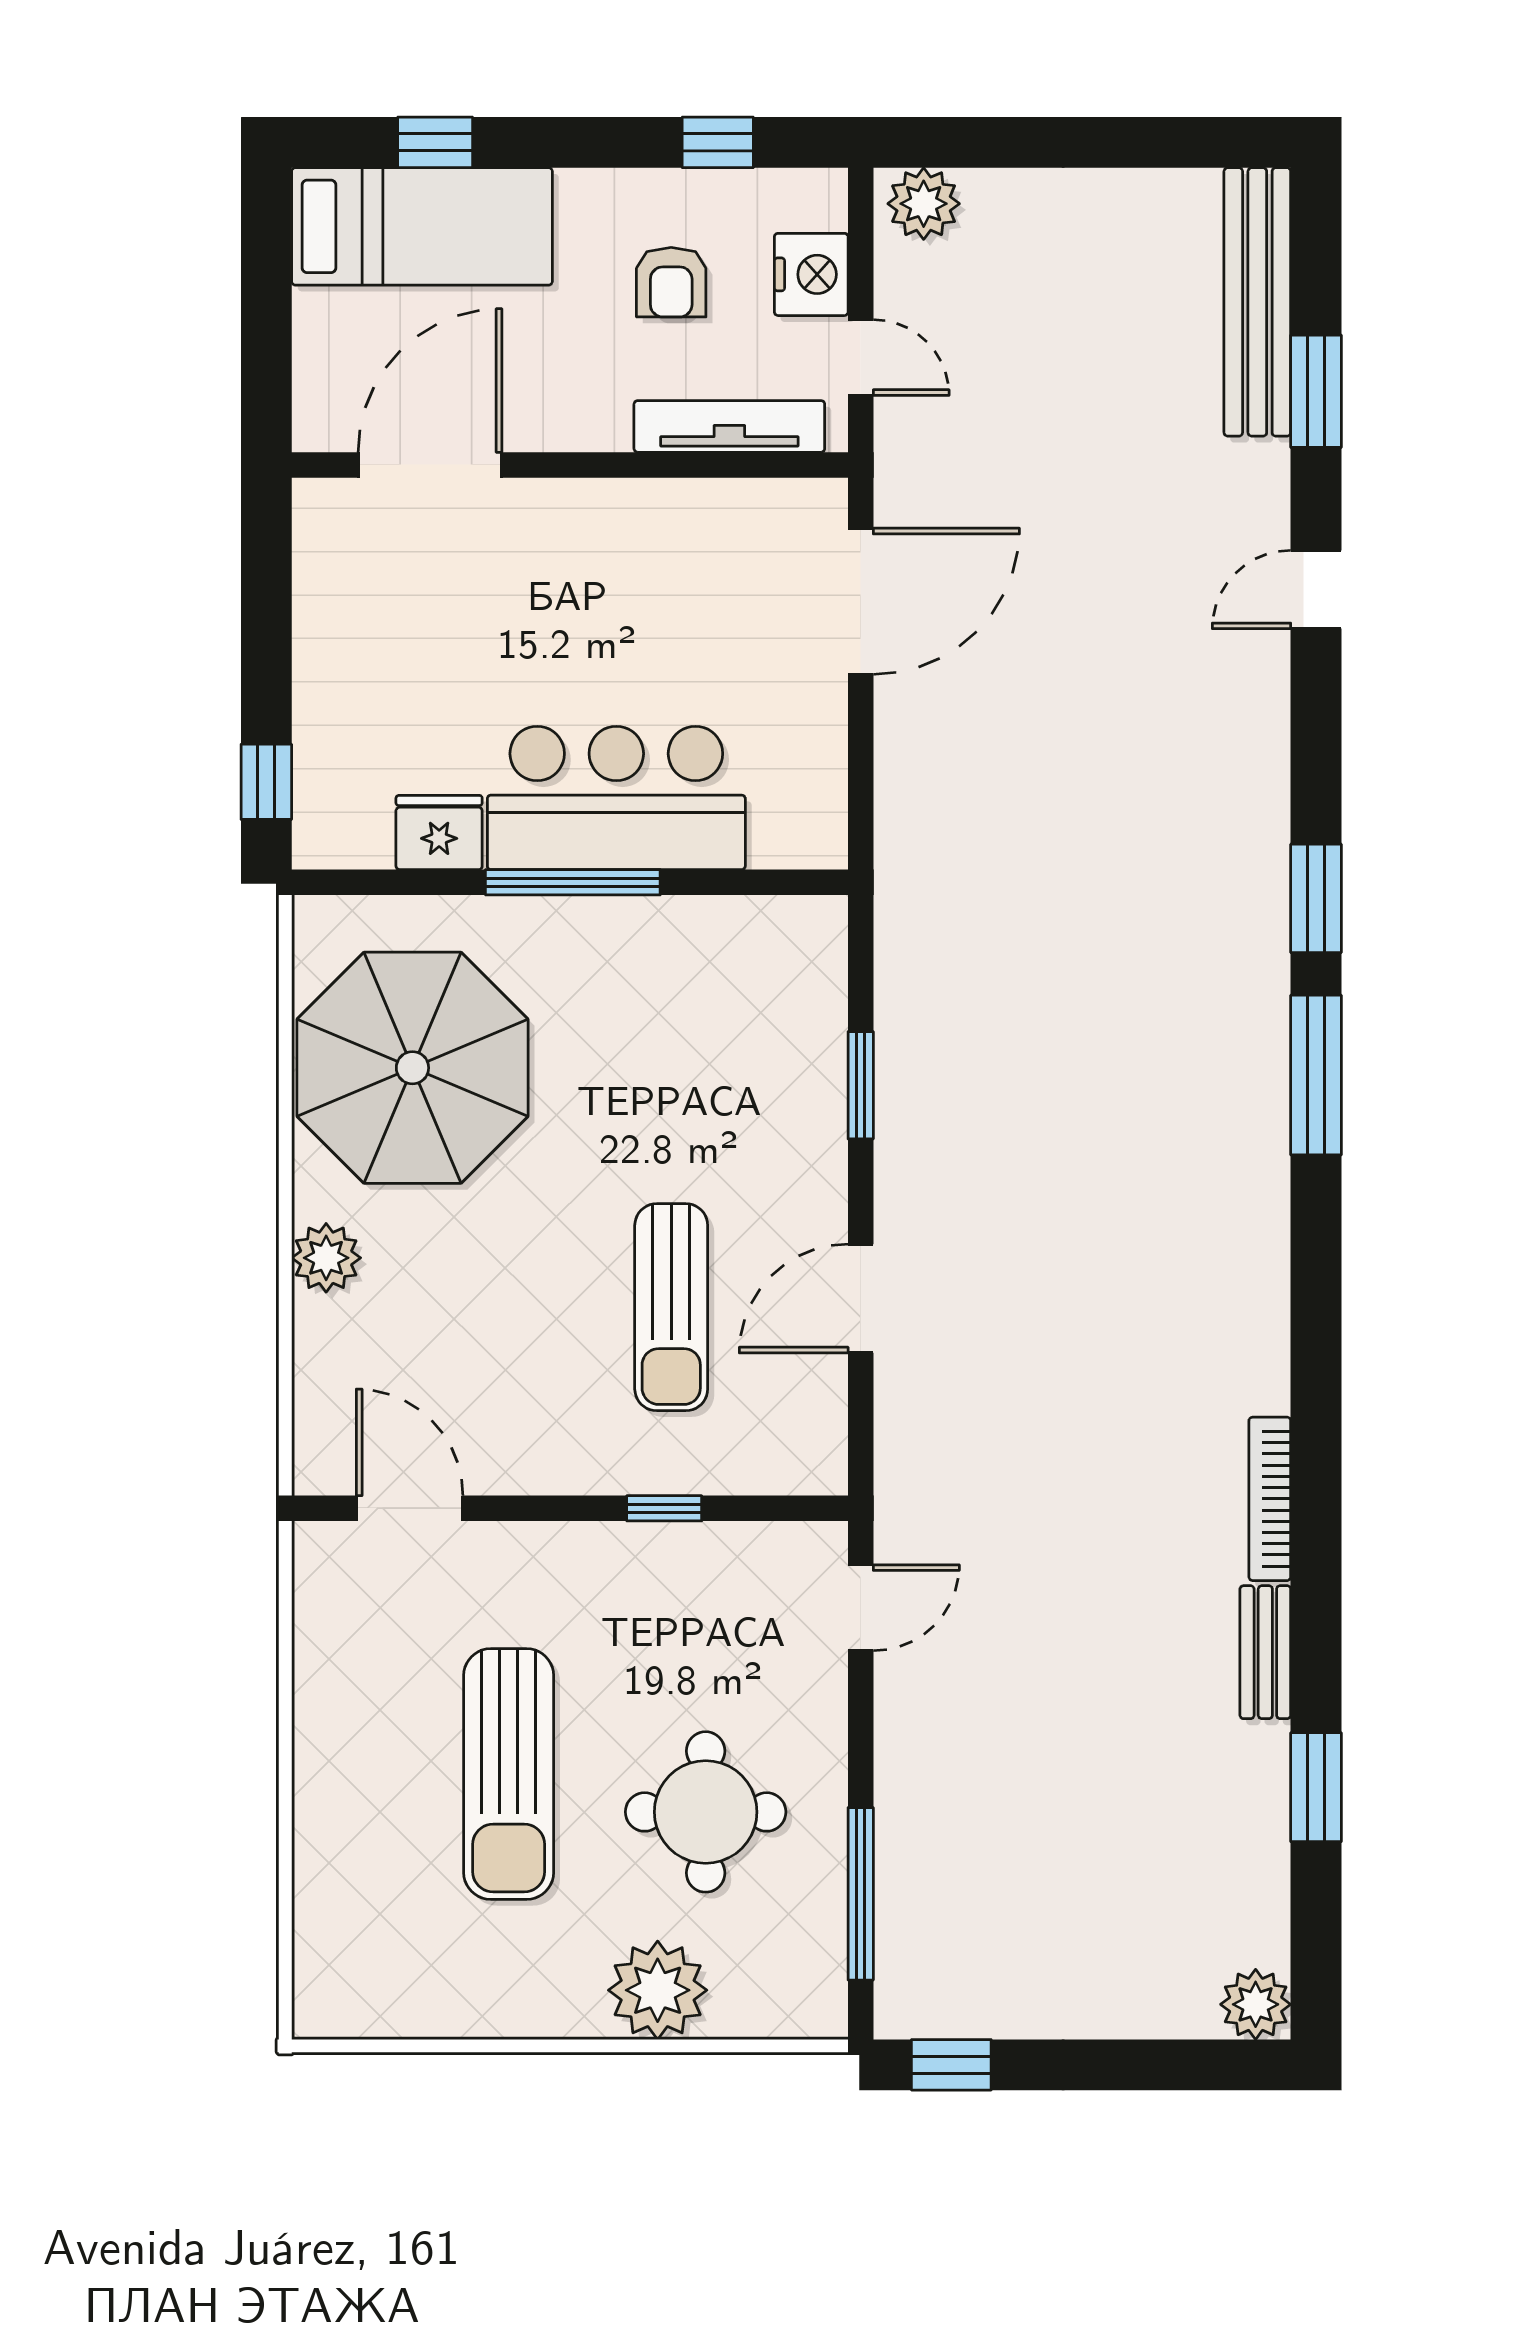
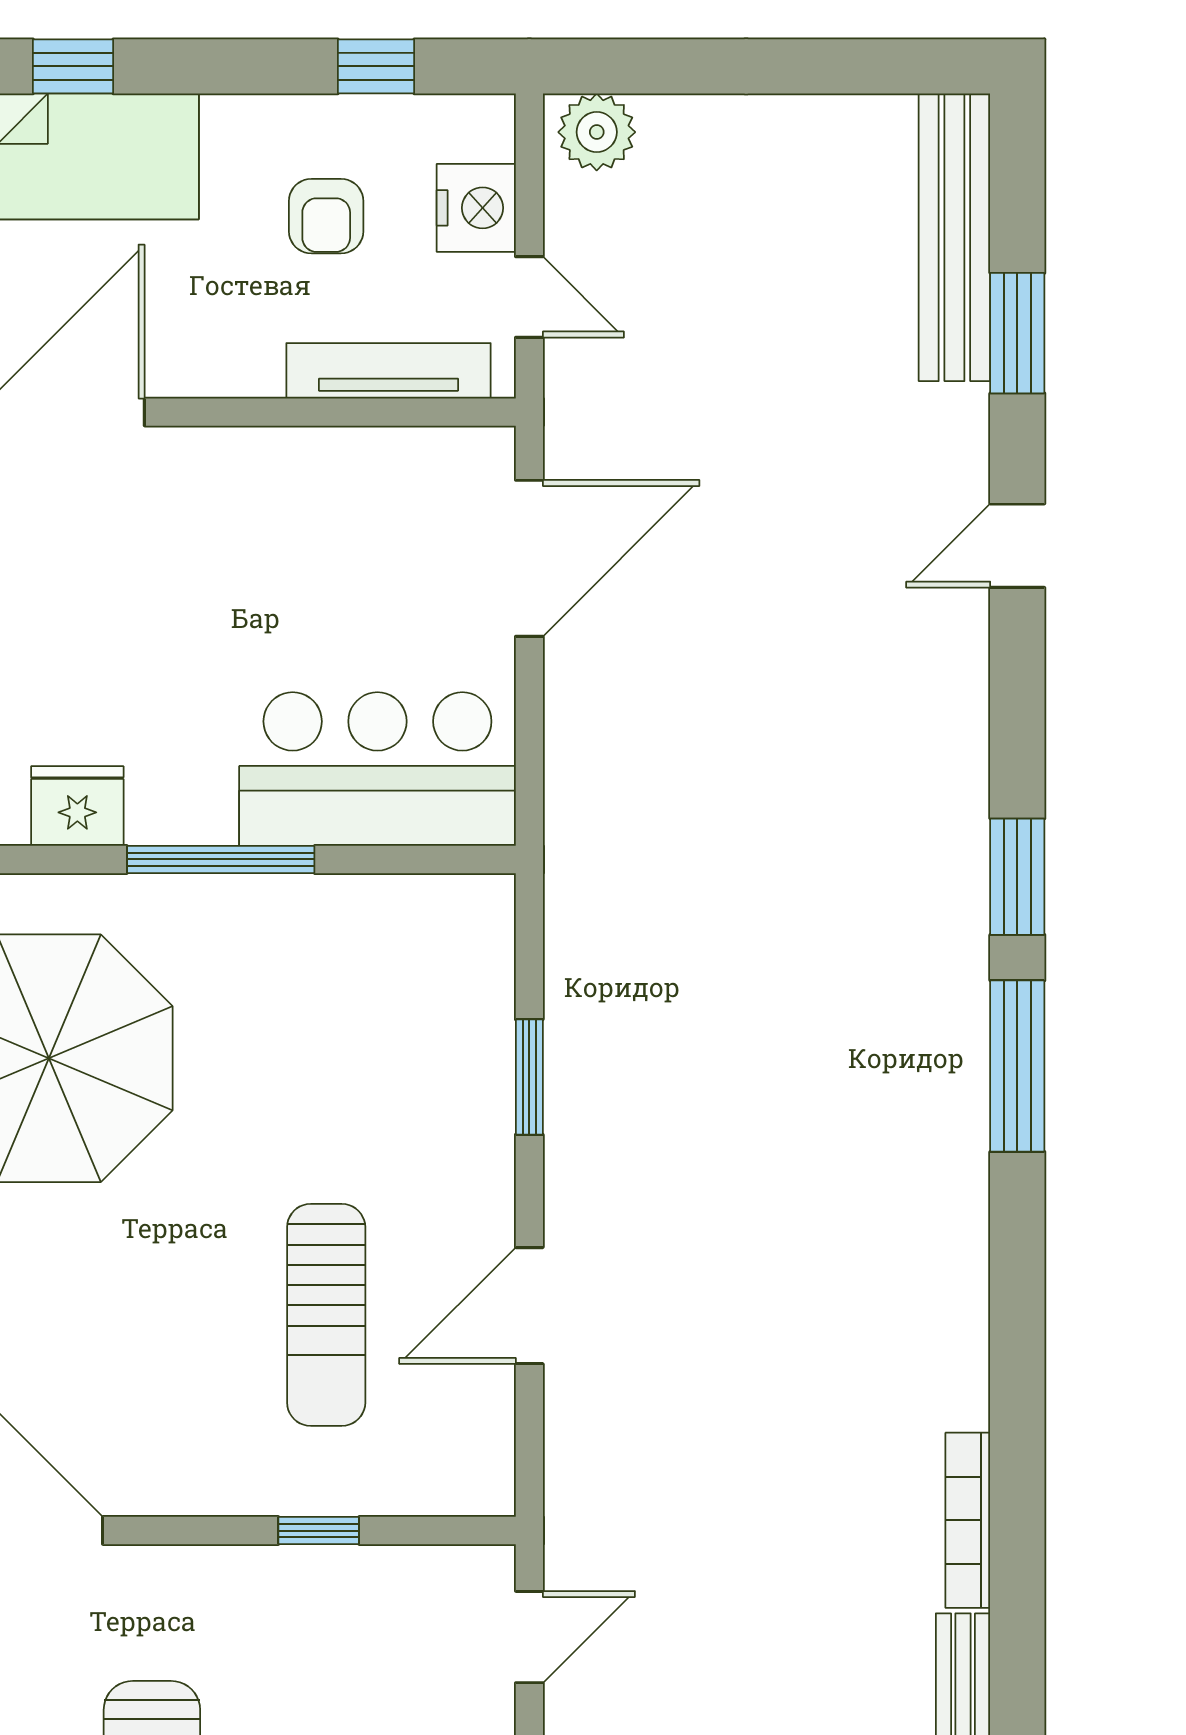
bar counter: (616, 798) -> (377, 769), moved

